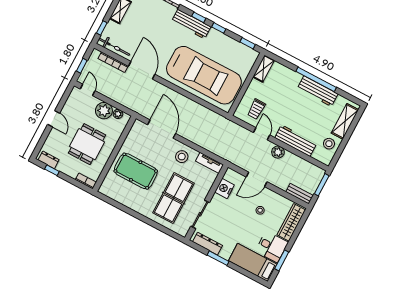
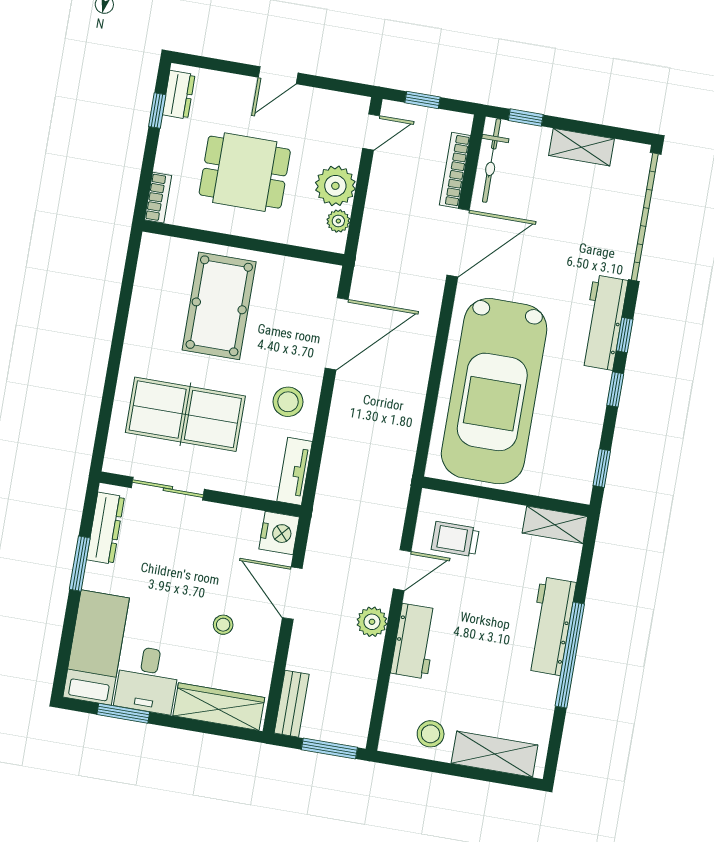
workbench: (318, 91) -> (551, 626), moved
workbench: (296, 141) -> (414, 641), width x0.73
nightstand: (225, 188) -> (279, 533), moved, turned 90

